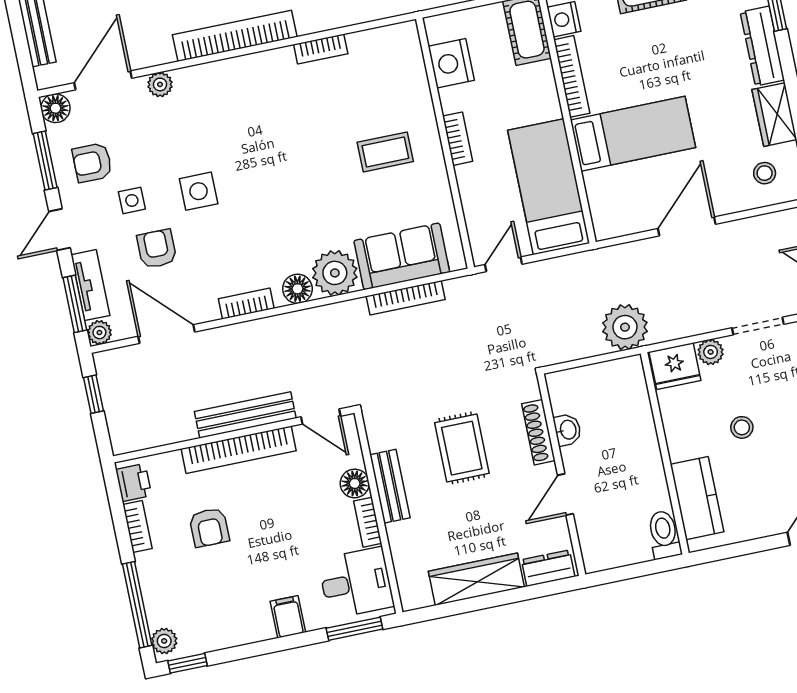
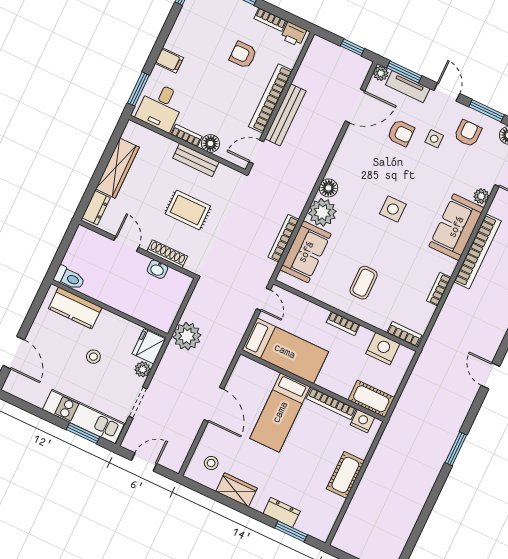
dresser: (762, 46) -> (282, 512), width x0.70
sofa: (224, 86) -> (456, 227), added
side table: (199, 191) -> (393, 209), moved
bookcase: (246, 304) -> (404, 334), moved, turned -90

